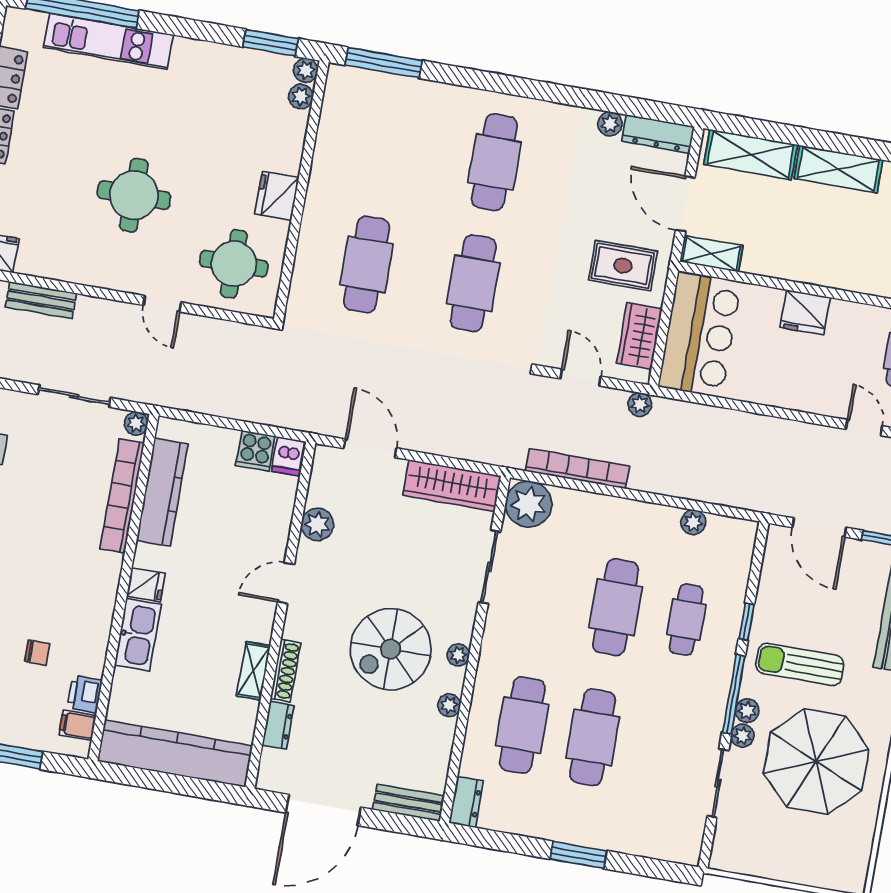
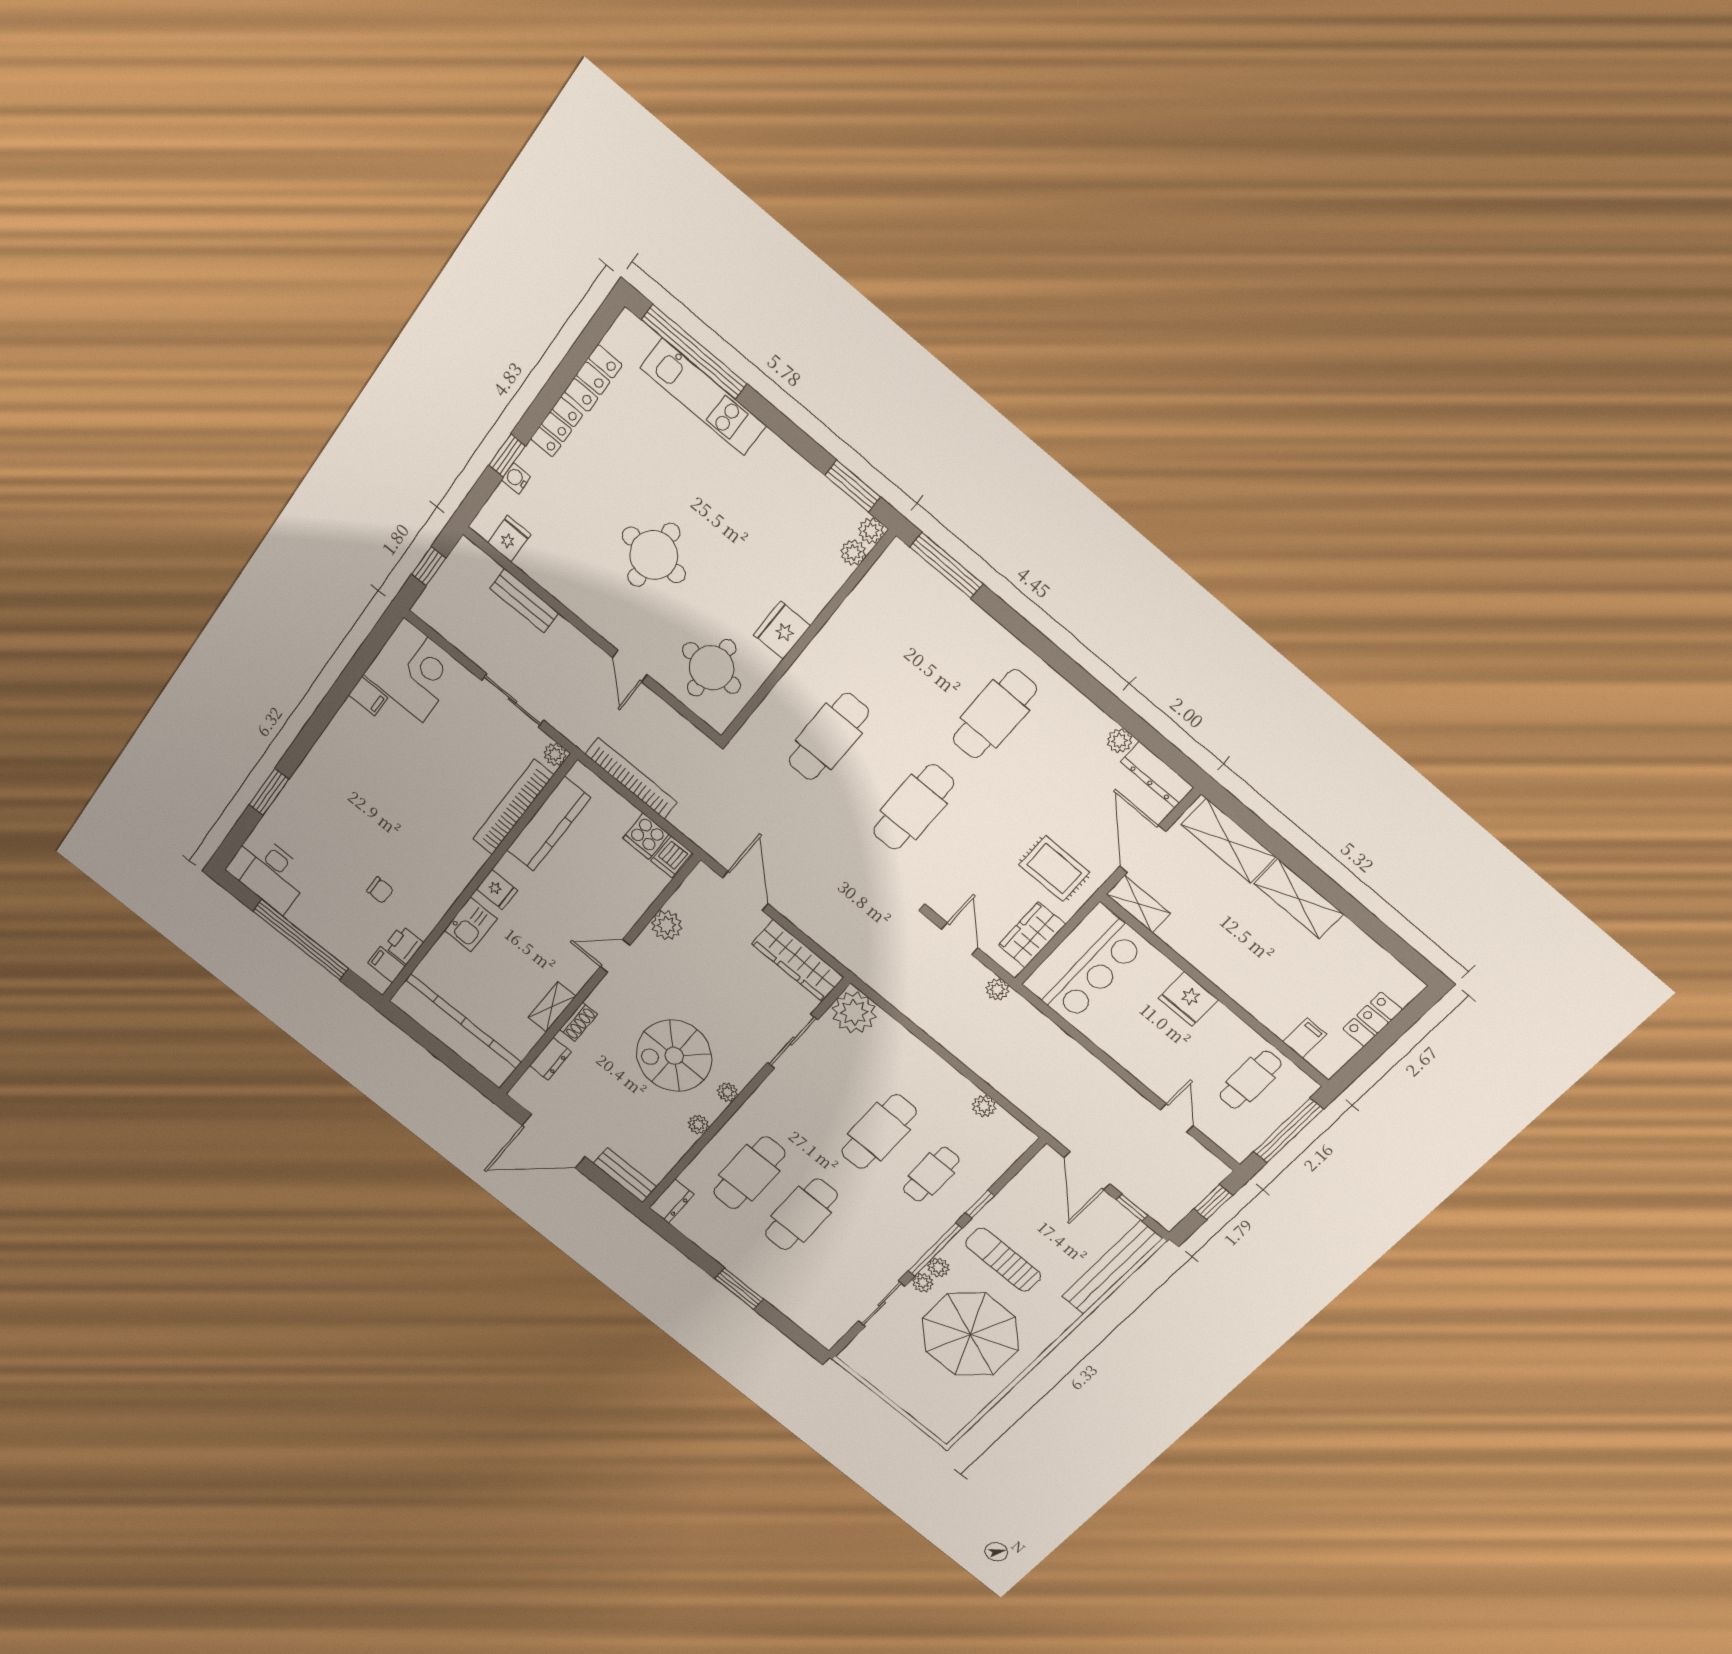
bookcase: (578, 469) -> (631, 778), moved
kitchen sink: (138, 635) -> (470, 925), width x0.73
shoe rack: (285, 671) -> (578, 1022), width x0.70

